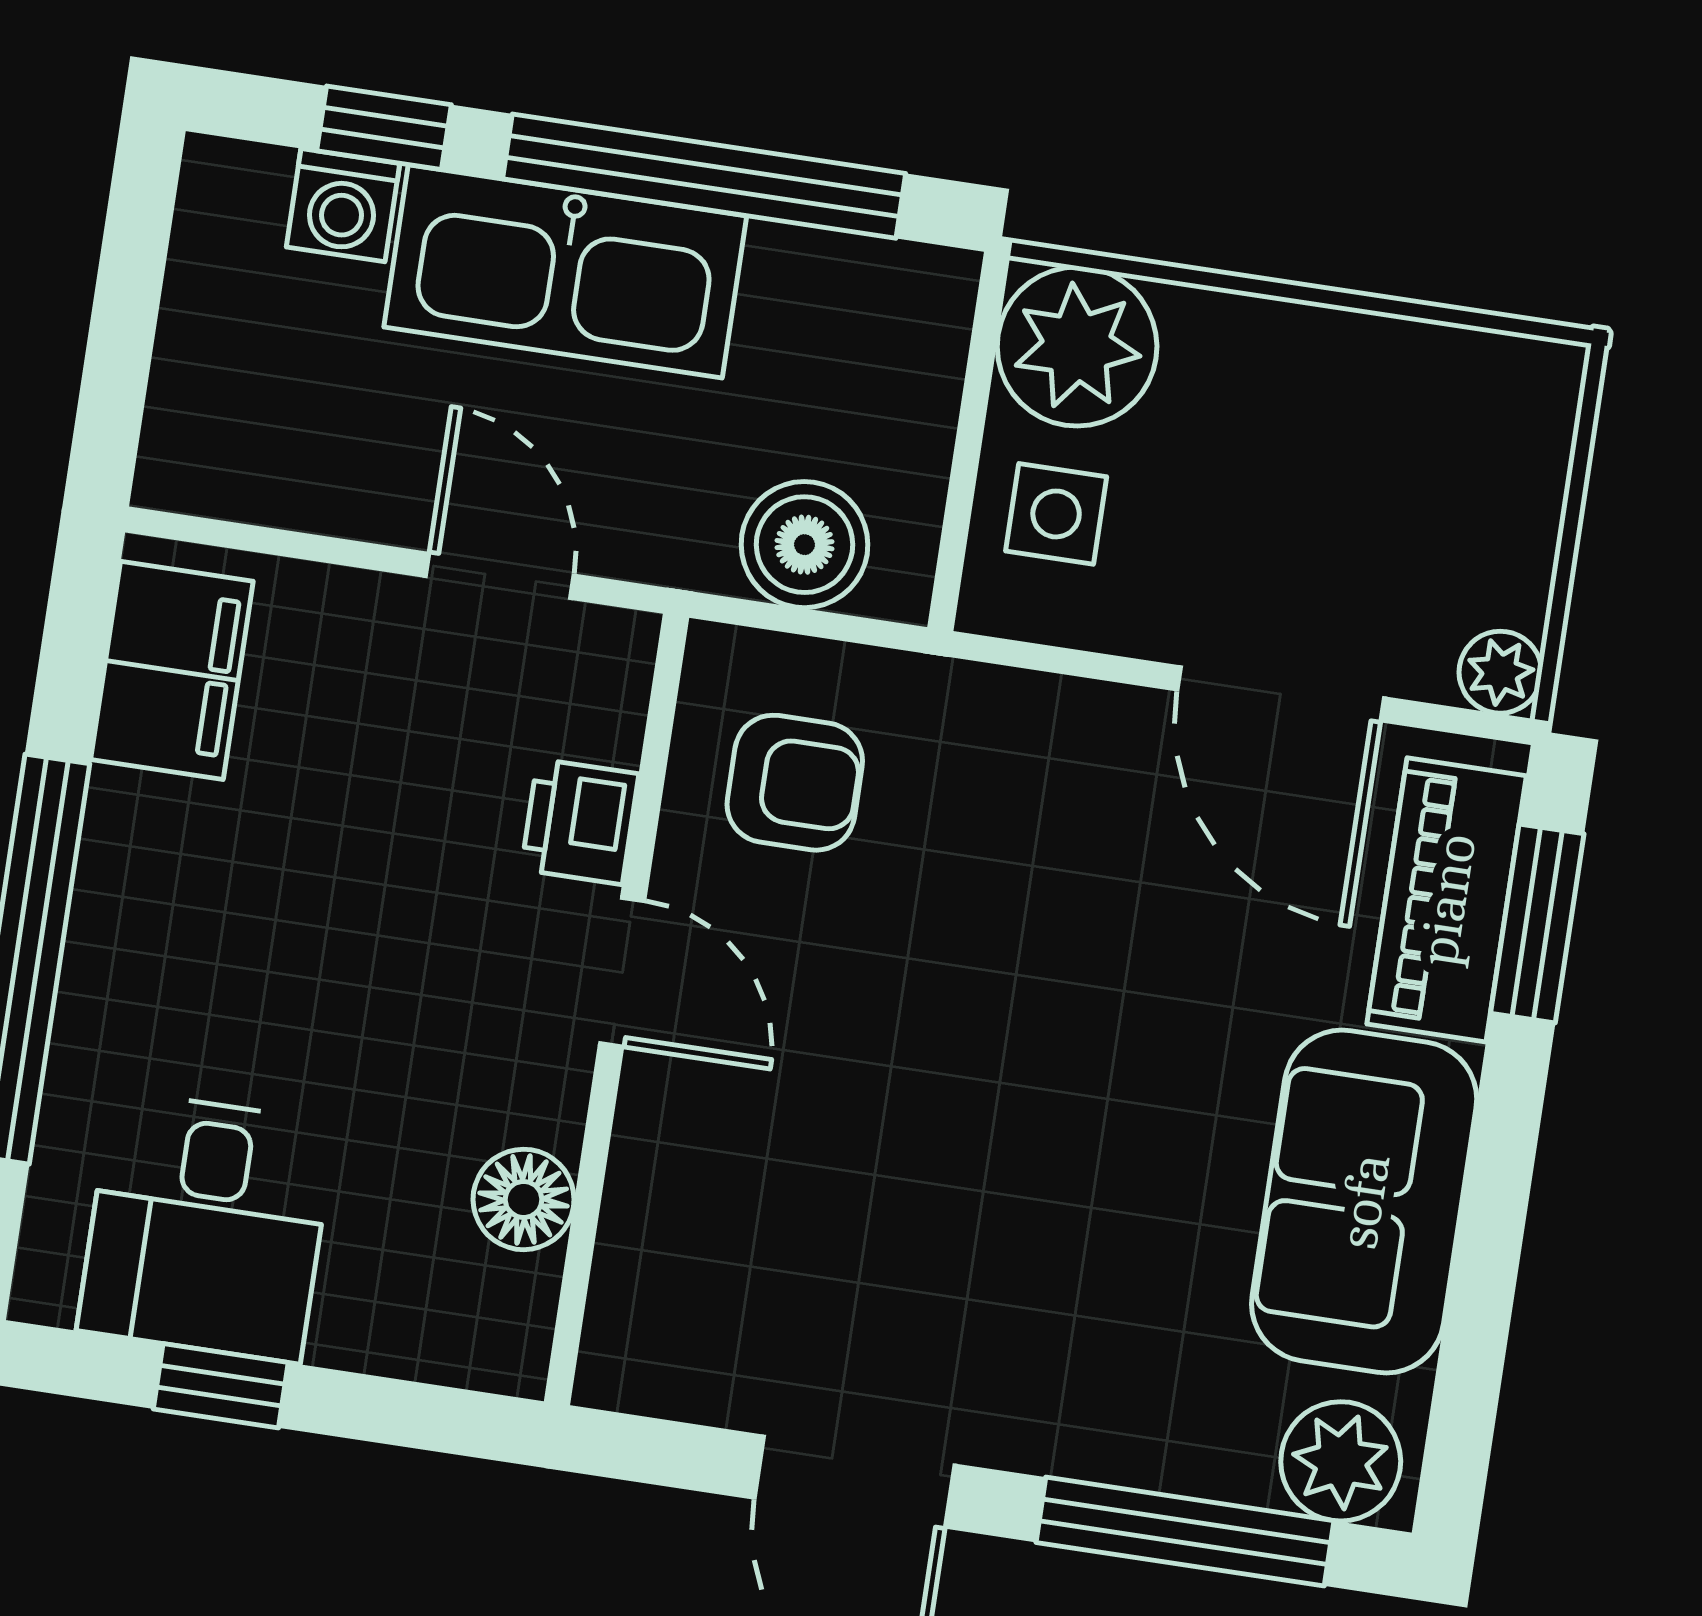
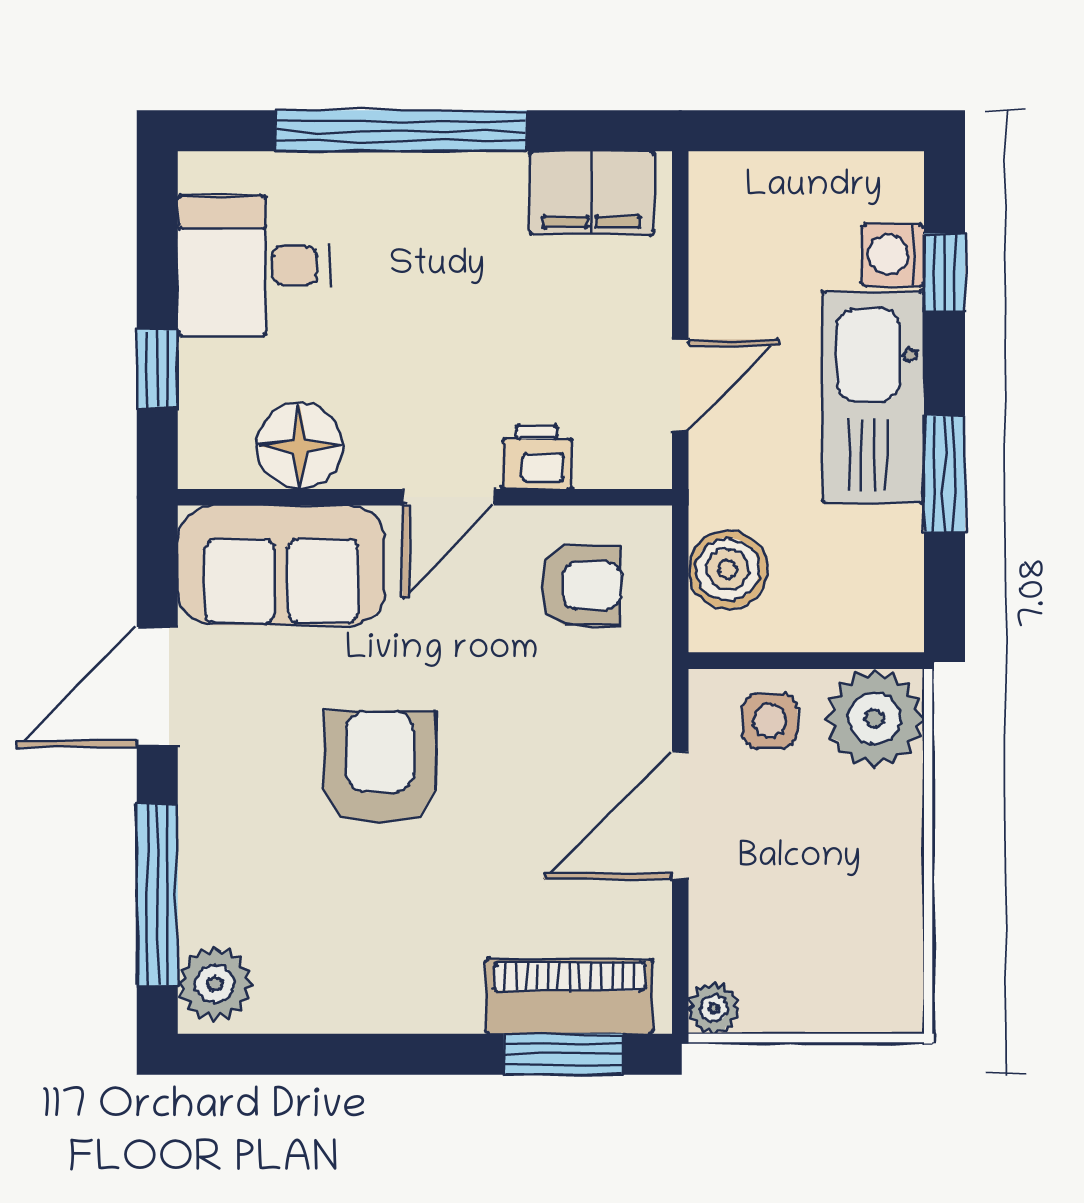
window: (704, 176) -> (944, 474), width x0.47
door: (1281, 694) -> (680, 815), moved
armchair: (795, 783) -> (581, 586), turned -90
armchair: (1036, 1146) -> (380, 767), added
floor lamp: (524, 1199) -> (300, 446), width x1.38, depth x1.38
sofa: (1364, 1201) -> (281, 565), moved, turned 180
window: (221, 1386) -> (157, 368), moved

